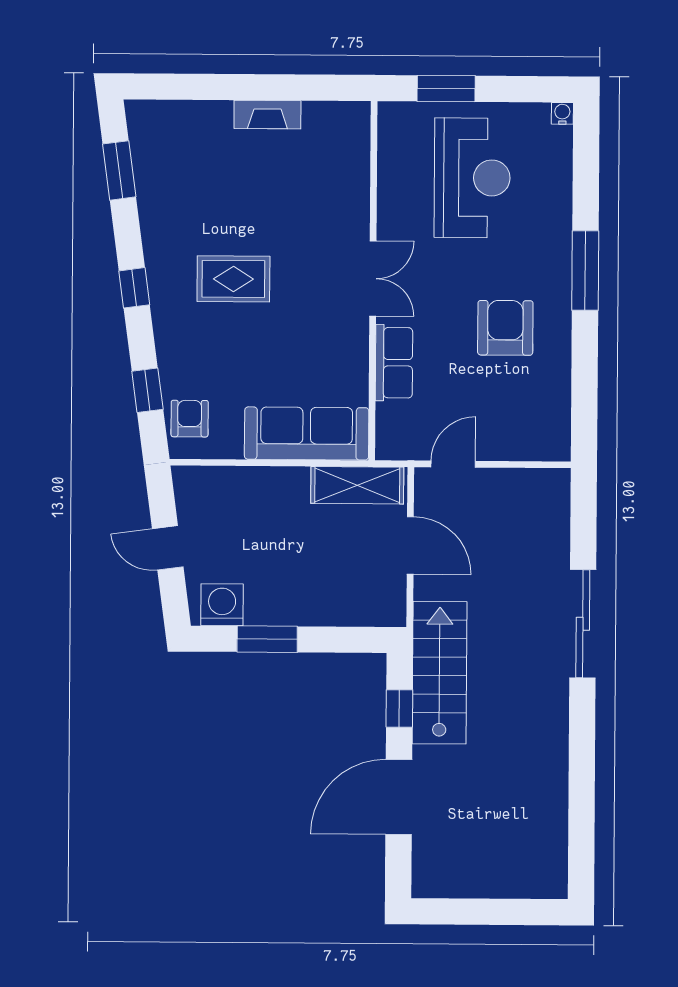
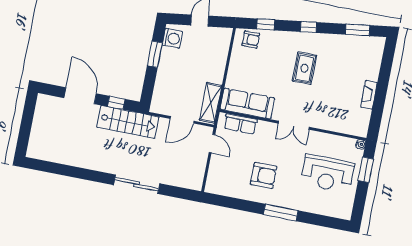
water cooler: (562, 113) -> (361, 144), moved
row of seats: (394, 363) -> (240, 124), moved
sofa: (307, 433) -> (247, 104), moved, turned -90

